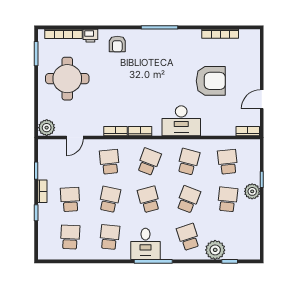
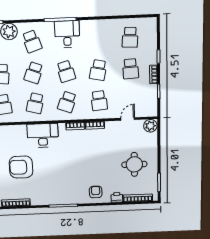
round table: (67, 79) -> (134, 164), width x0.73, depth x0.73
school desk: (110, 237) -> (97, 39), removed

